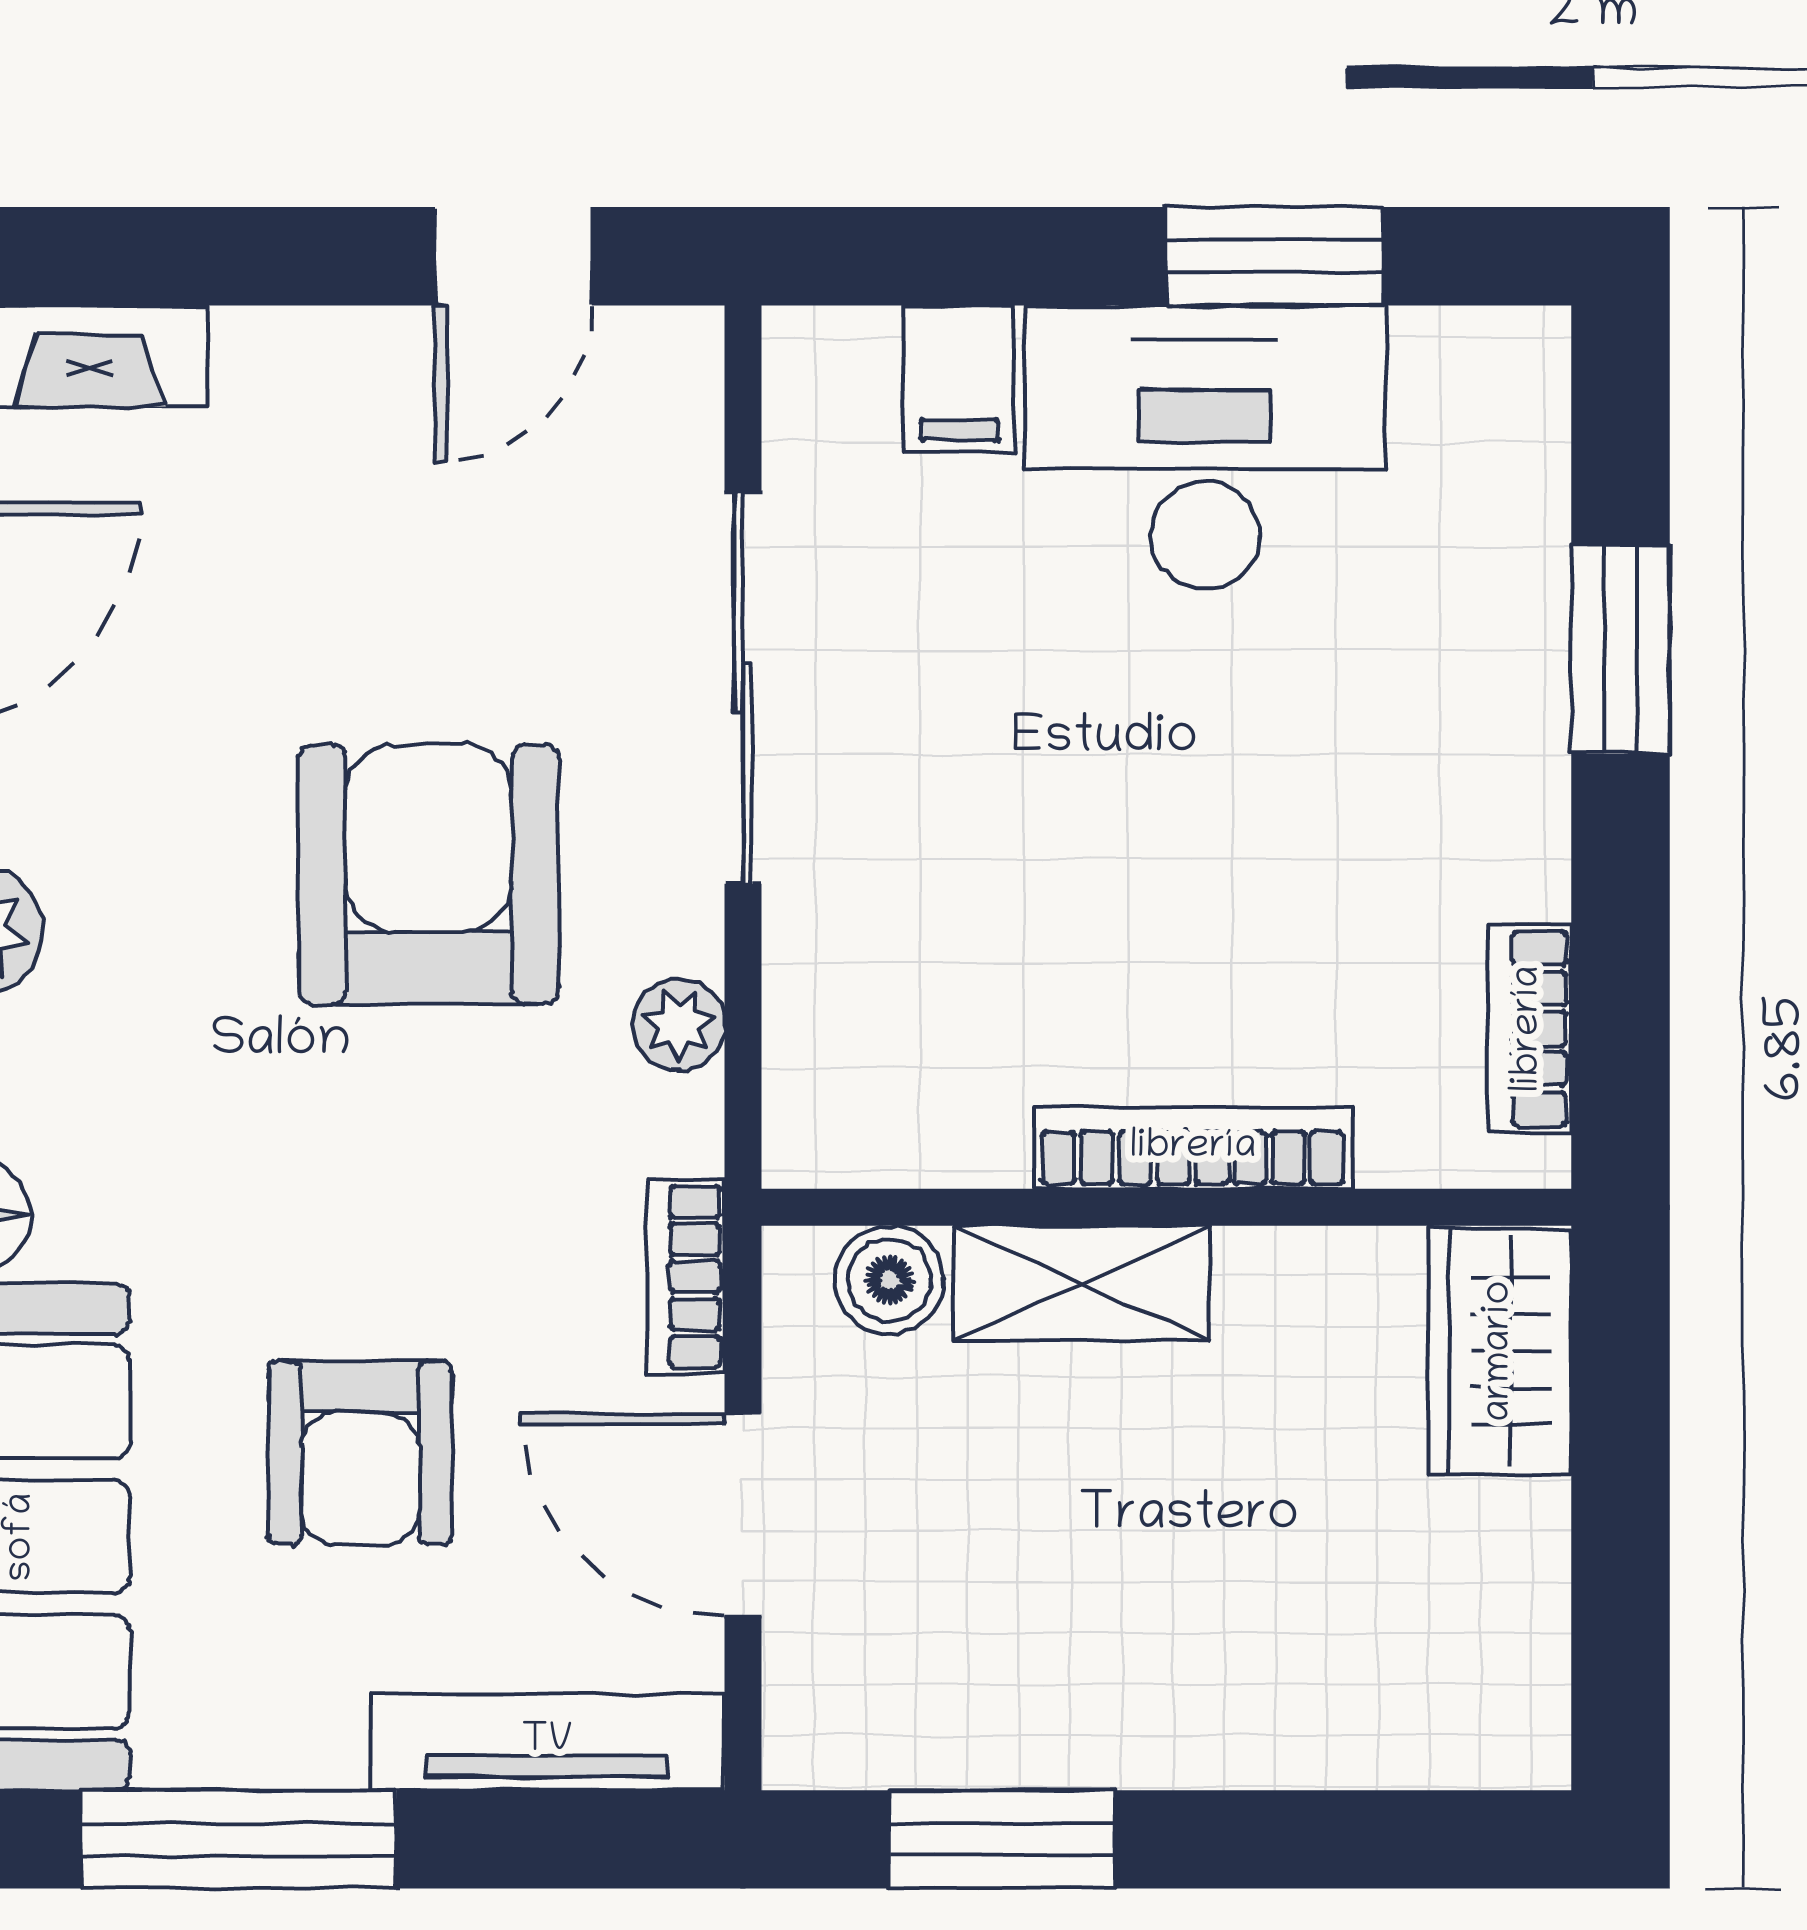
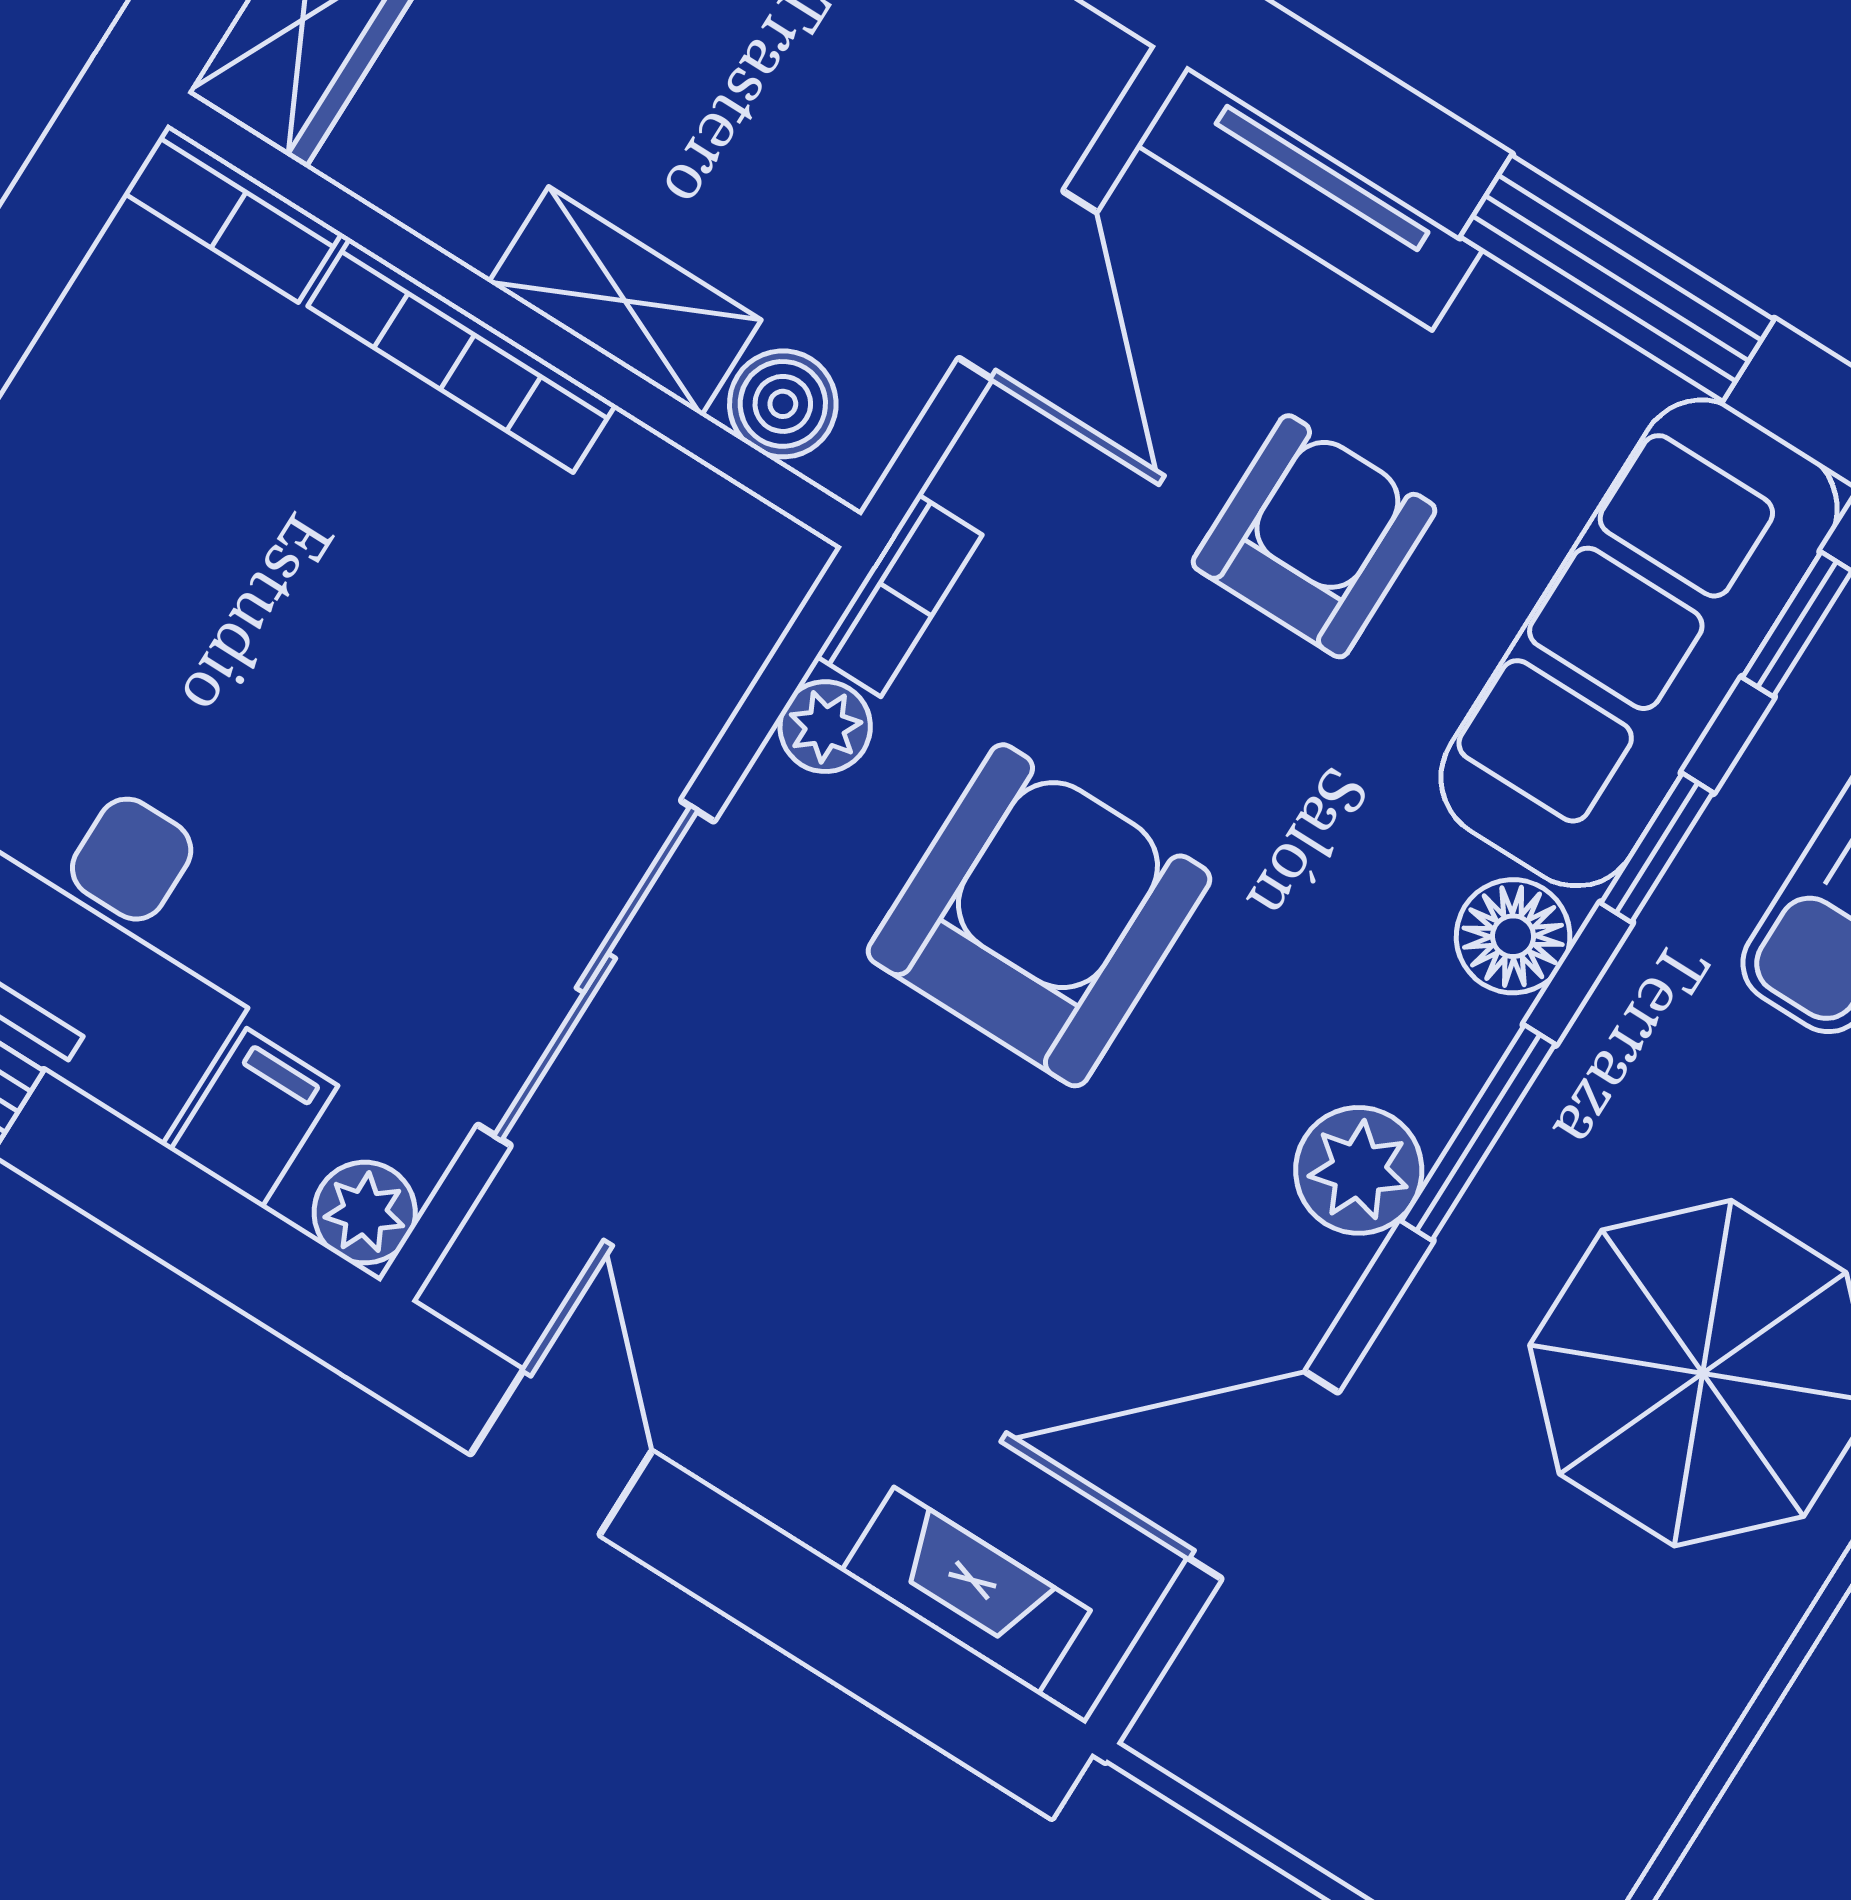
door: (513, 256) -> (561, 1453), hinge flipped
plant: (813, 357) -> (365, 1213), added
armchair: (429, 874) -> (1039, 915), moved, turned 180
bookcase: (1529, 1029) -> (233, 213), moved, turned 90
bookcase: (686, 1277) -> (899, 596), moved

